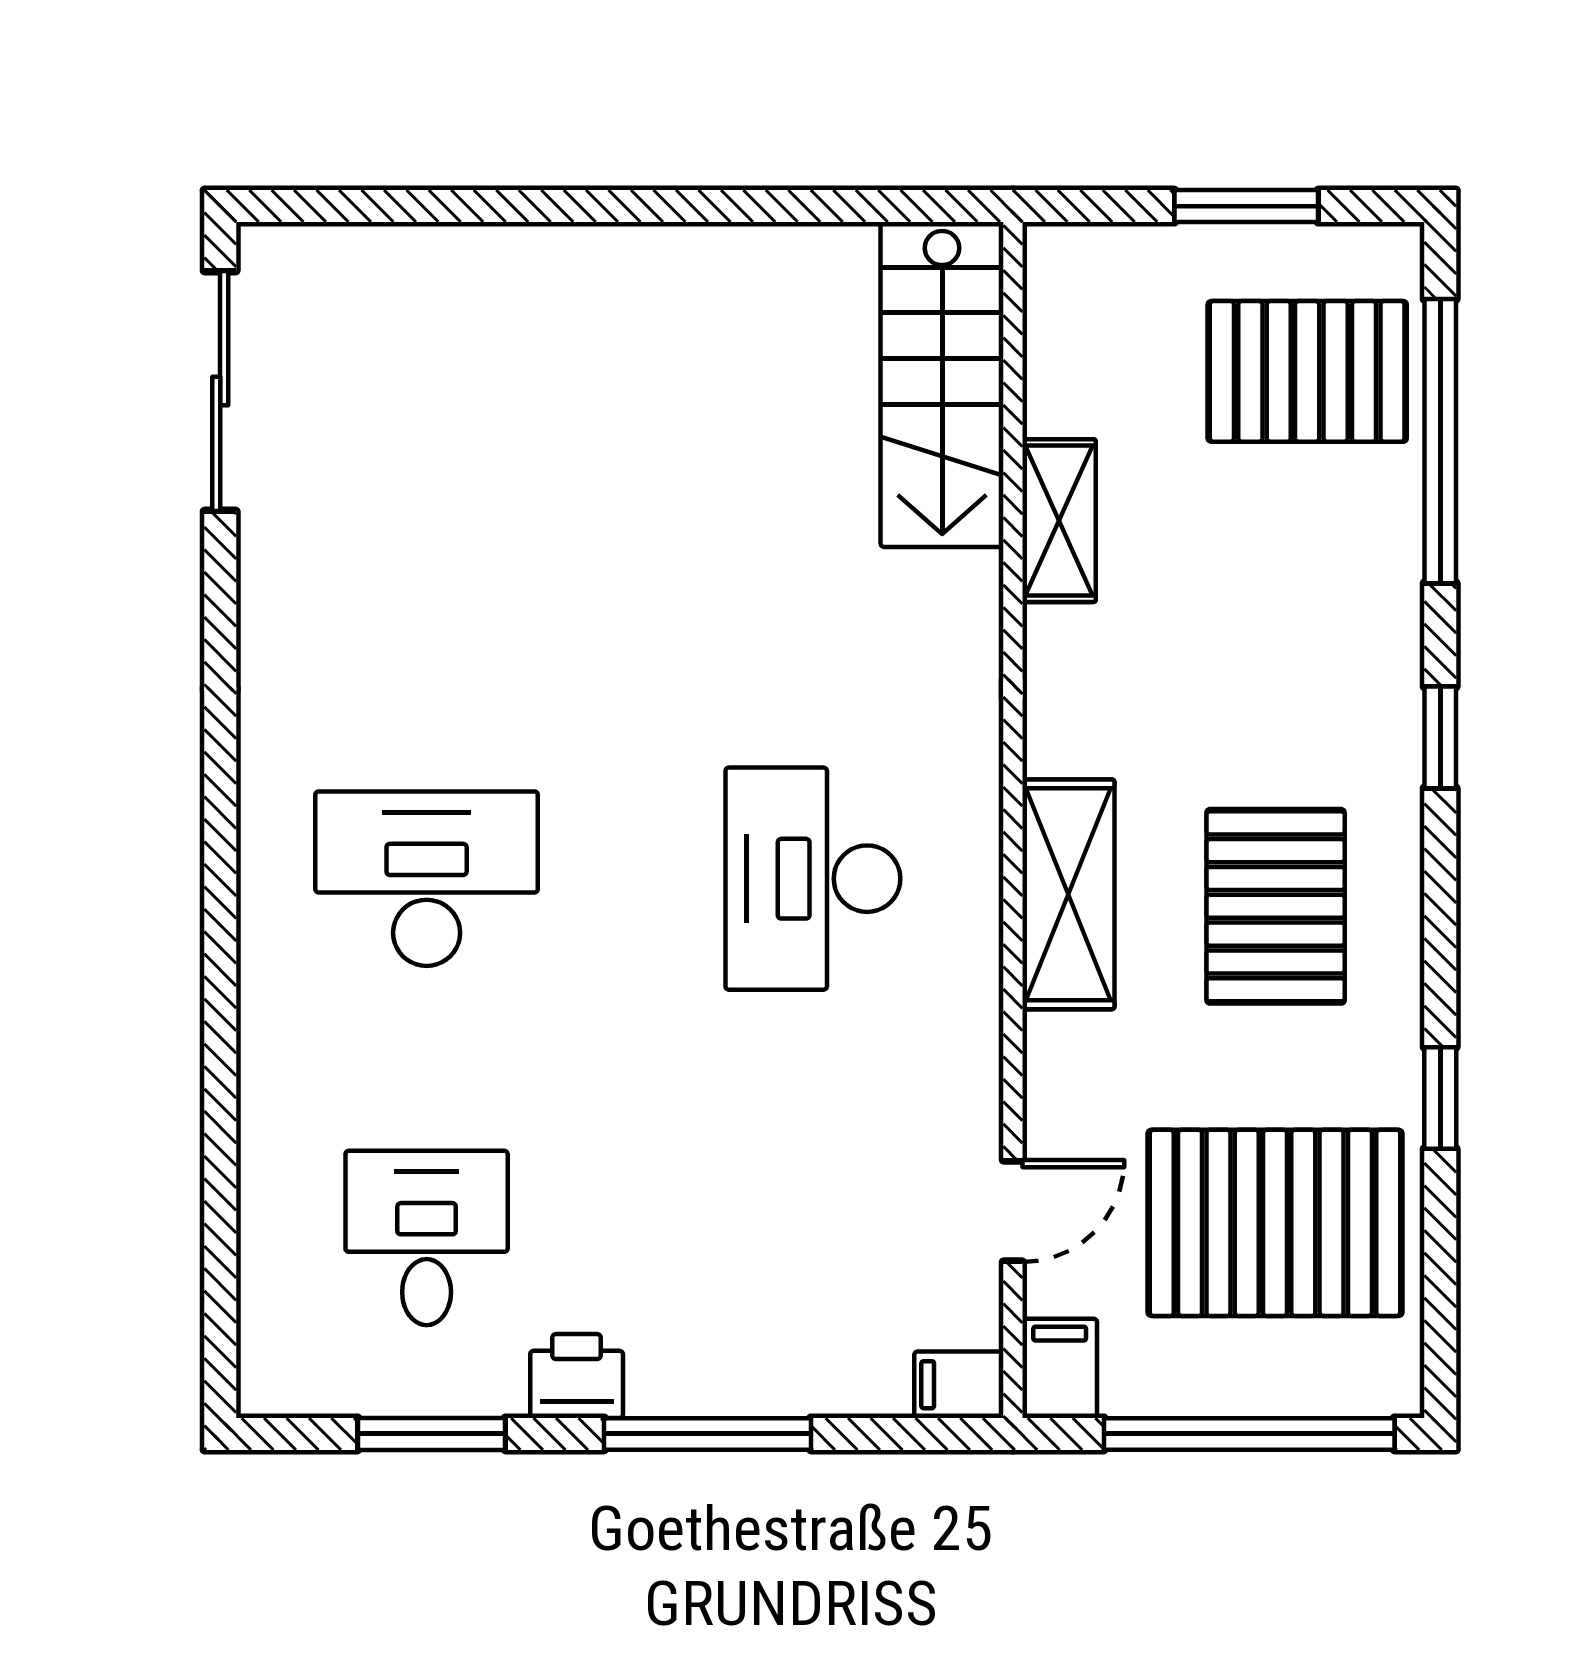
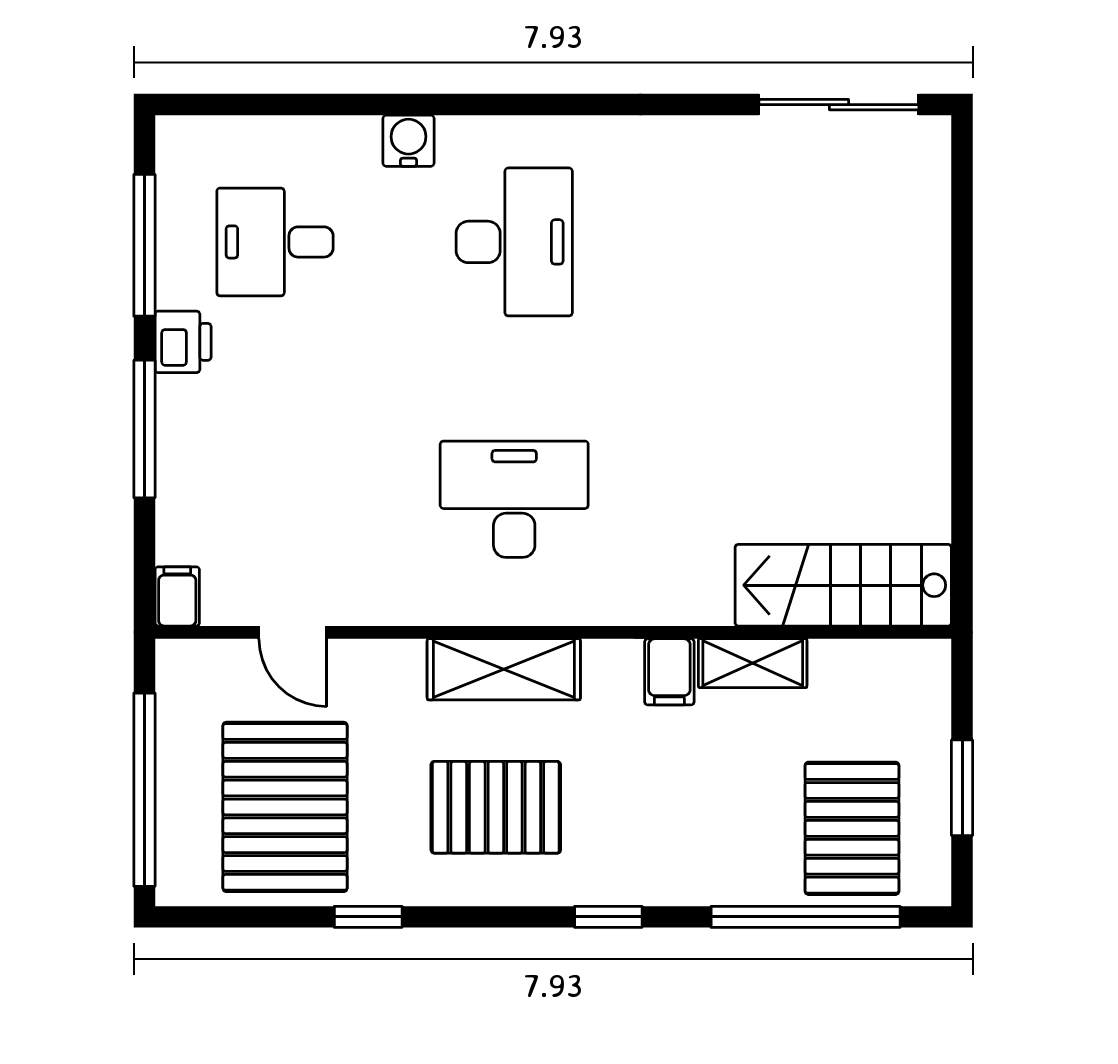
water cooler: (275, 1037) -> (408, 141), added
desk: (427, 1238) -> (275, 242), turned 180
filing cabinet: (1060, 1368) -> (669, 672), moved, turned 90
window: (432, 1434) -> (144, 245), width x1.44

